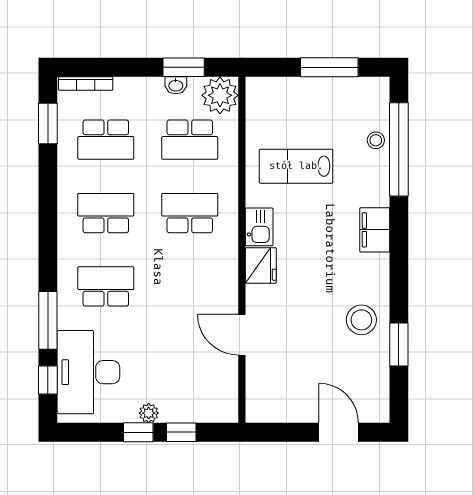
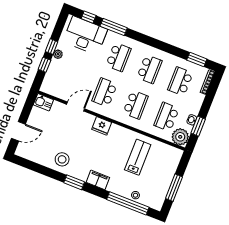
kitchen sink: (259, 227) -> (43, 102), moved
school desk: (190, 286) -> (105, 92), added
window: (399, 344) -> (74, 182), moved

